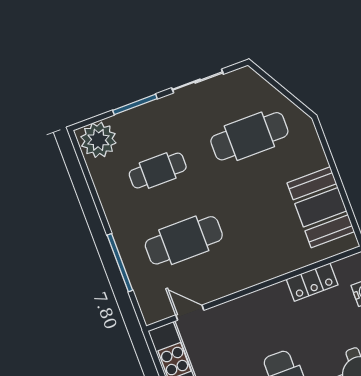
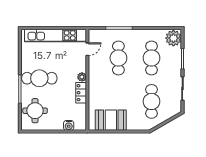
cafe table: (158, 171) -> (151, 58), width x1.37, depth x1.35
locker: (312, 282) -> (81, 93), moved
plant: (253, 303) -> (82, 77), added

